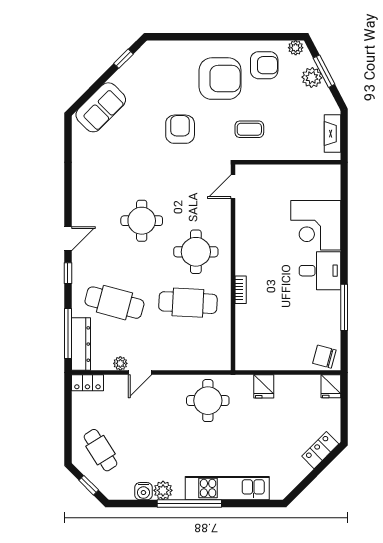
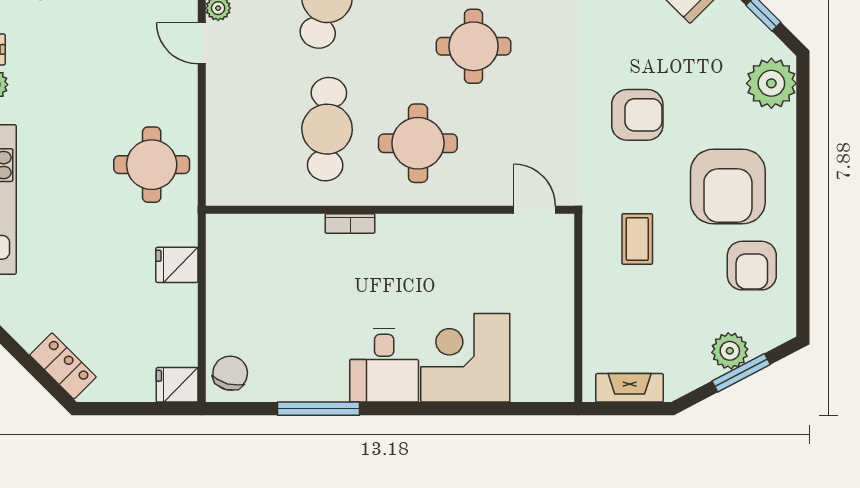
plant: (296, 48) -> (771, 83), moved, width x1.87, depth x1.87

